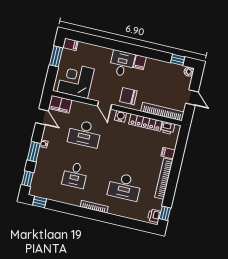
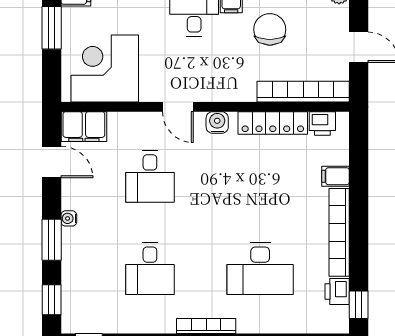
chair: (128, 96) -> (270, 29), moved, turned 90
desk: (85, 134) -> (150, 176), width x0.73
printer: (154, 216) -> (337, 292), moved

